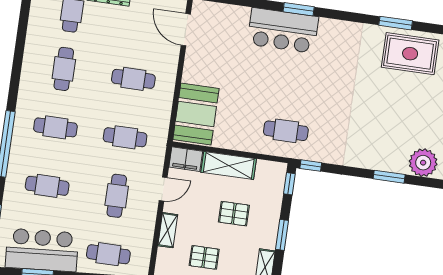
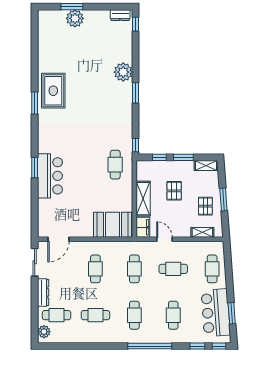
window: (289, 184) -> (159, 157), moved
shelving: (168, 230) -> (202, 232), moved

